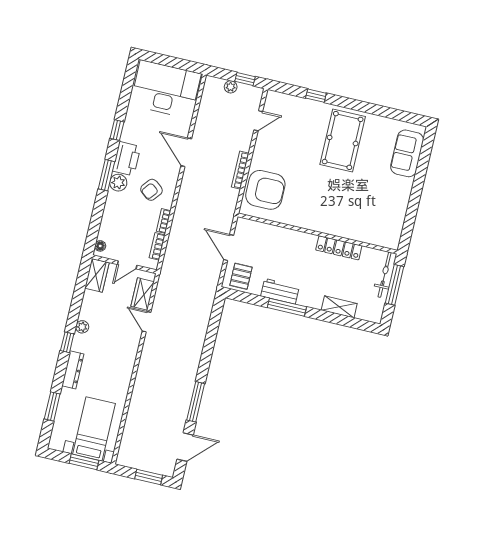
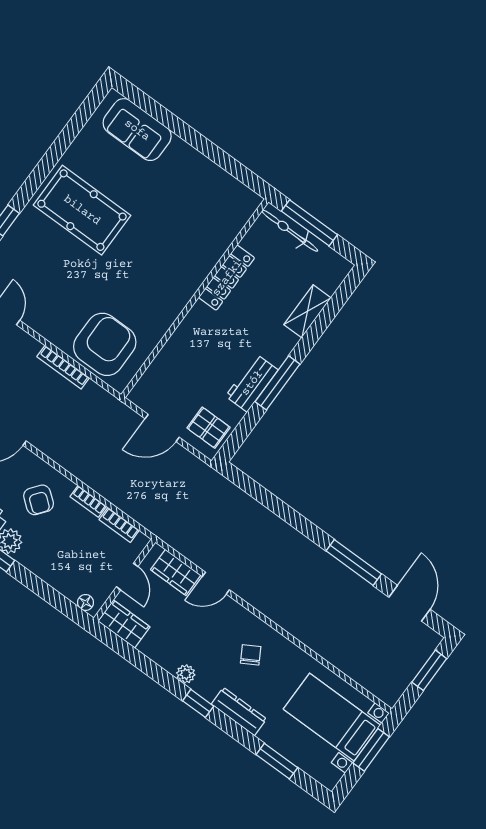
chair: (111, 362) -> (251, 655), added

